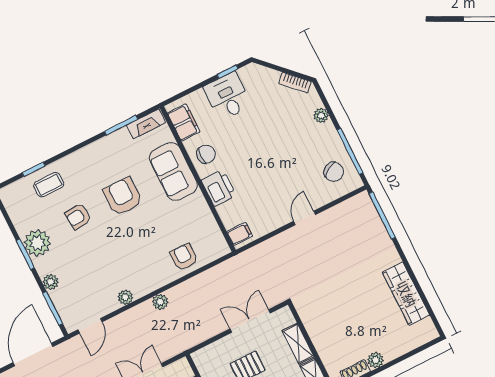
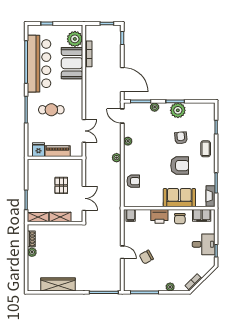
chair: (334, 172) -> (146, 257), moved
coffee table: (49, 185) -> (206, 149), moved

